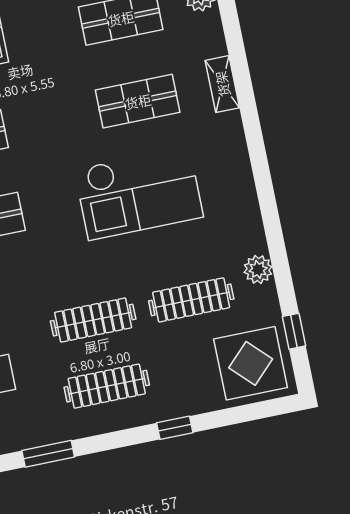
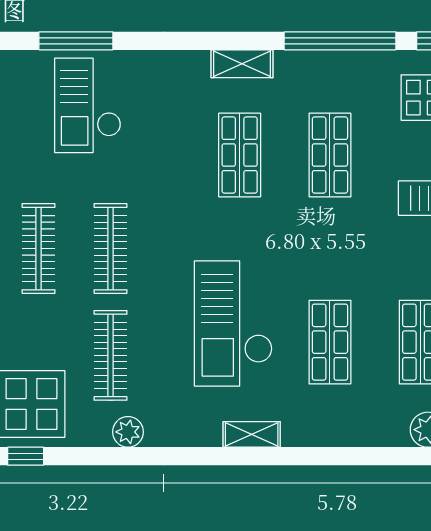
shelving: (222, 84) -> (252, 434), moved
window: (294, 331) -> (26, 456), moved

